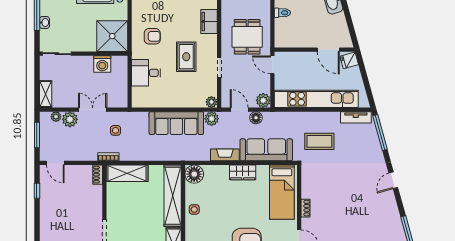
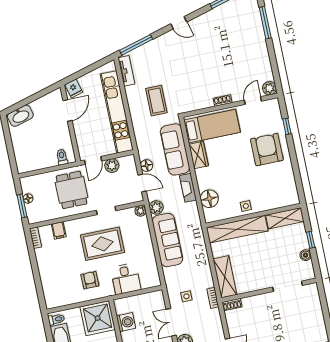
toilet: (282, 13) -> (62, 157), moved
filing cabinet: (209, 21) -> (59, 230), width x0.50
dining table: (247, 37) -> (72, 190), turned 90
rug: (186, 57) -> (102, 244), width x1.36, depth x1.43
plant: (263, 100) -> (112, 166), moved
door: (239, 110) -> (142, 183), swing flipped
wardrobe: (243, 172) -> (199, 155), moved
floor lamp: (194, 174) -> (209, 199), moved

